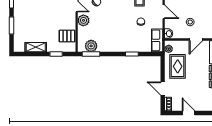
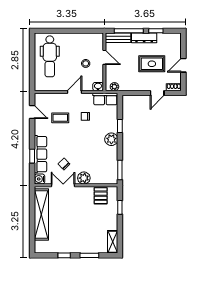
plant: (91, 46) -> (111, 139), moved
shelving: (36, 47) -> (113, 242), moved
rug: (178, 66) -> (152, 64), moved

